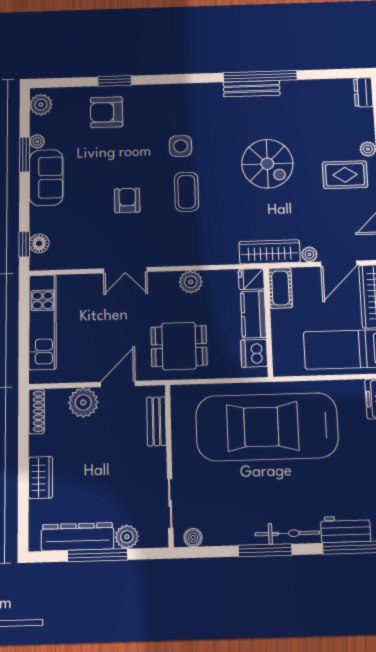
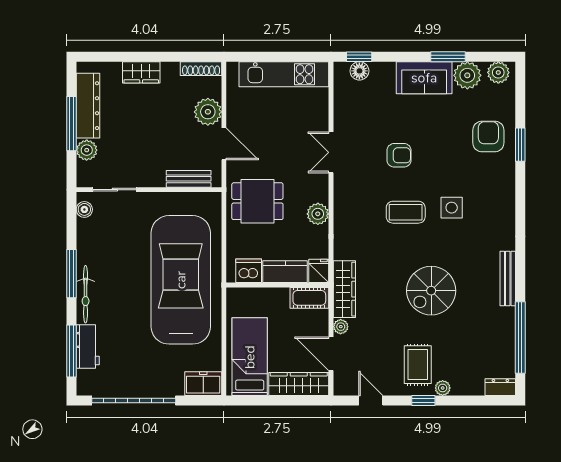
window: (260, 76) -> (520, 338), moved
plant: (37, 141) -> (467, 75), width x1.88, depth x1.88
dining table: (179, 346) -> (257, 201), turned 90

